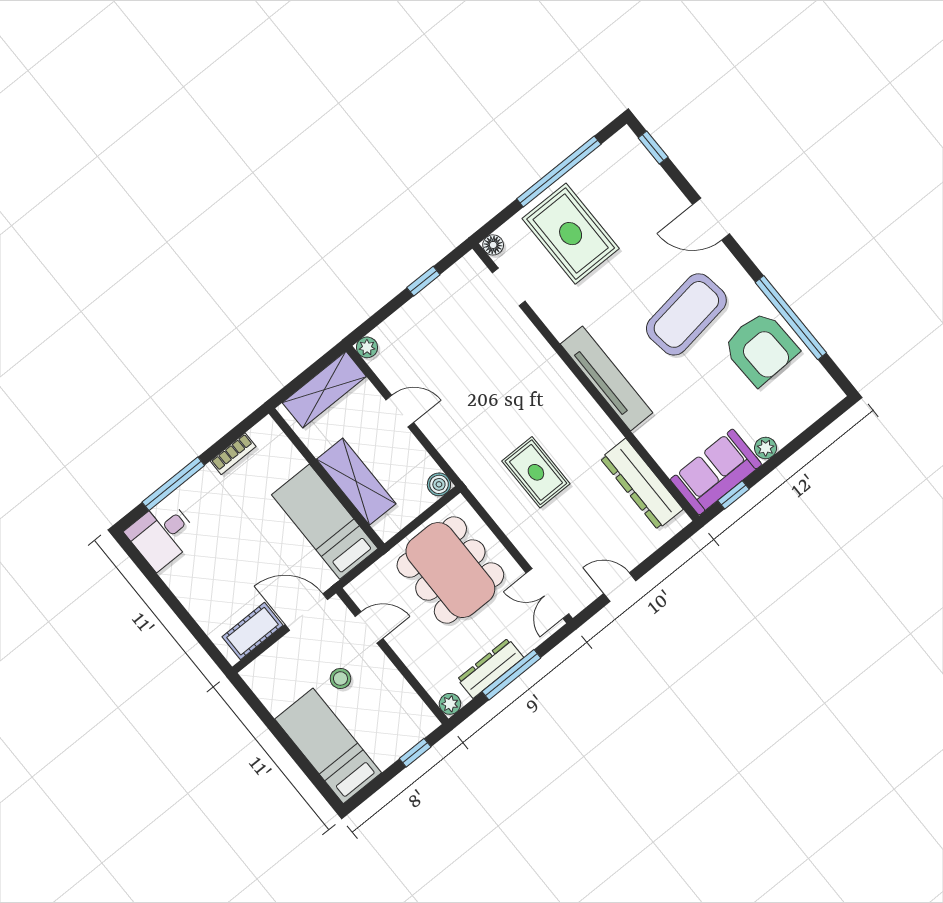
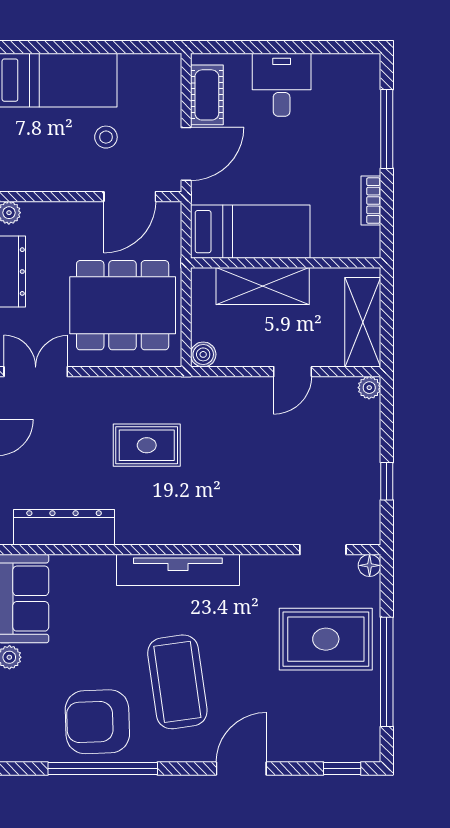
desk: (162, 534) -> (282, 85), moved
door: (369, 627) -> (130, 197), width x1.38

